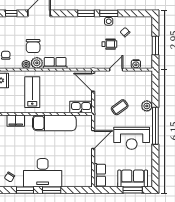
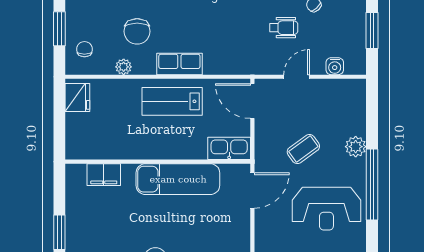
plant: (37, 63) -> (144, 64), removed
lab bench: (32, 92) -> (172, 101), moved, turned -90
door: (93, 140) -> (252, 190), moved

